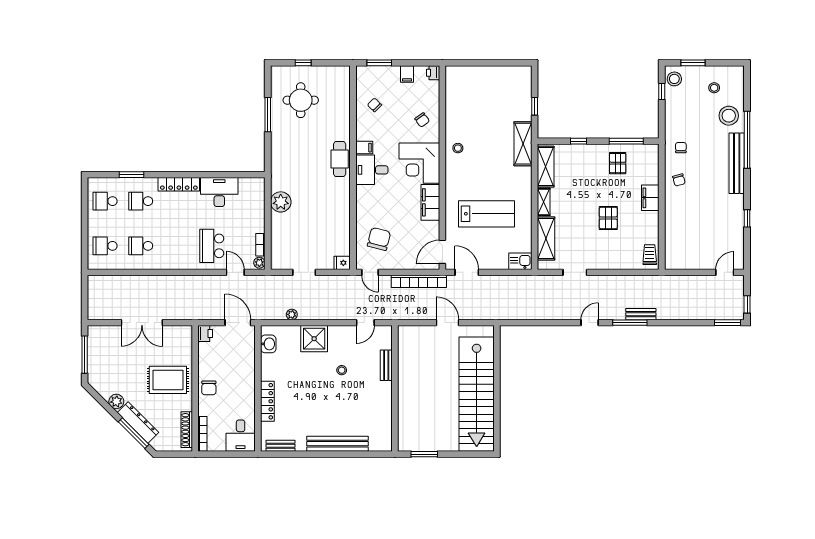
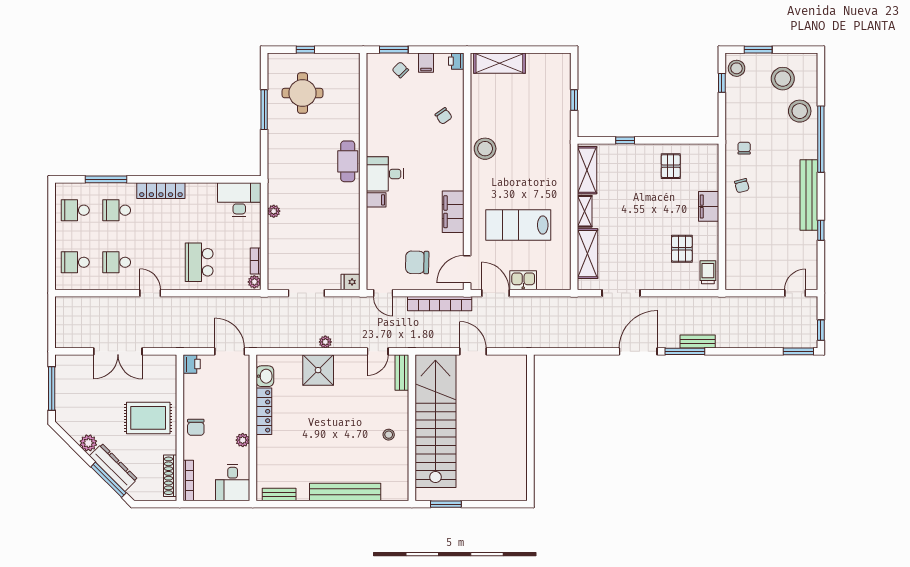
stool: (714, 88) -> (783, 79), width x1.89, depth x1.89
chair: (374, 105) -> (400, 70), moved
window: (626, 141) -> (681, 140), removed
shelving: (523, 144) -> (499, 63), moved, turned 90
filing cabinet: (364, 148) -> (376, 200), moved
stool: (458, 148) -> (485, 149), width x1.89, depth x1.89
corner desk: (419, 163) -> (440, 166), removed
bench: (737, 163) -> (809, 195), moved
window: (132, 175) -> (106, 179), width x1.44
desk: (219, 192) -> (239, 200), moved
plant: (281, 202) -> (274, 211), width x0.53, depth x0.53
lab bench: (486, 214) -> (518, 225), turned 180
pallet: (608, 218) -> (682, 249), moved
chair: (379, 239) -> (417, 262), moved, turned -103
kitchen sink: (520, 261) -> (523, 280), moved
door: (235, 272) -> (150, 293), moved
doorway: (304, 272) -> (306, 293), width x1.38
doorway: (575, 272) -> (621, 293), width x1.38
plant: (292, 314) -> (325, 342), moved
door: (590, 323) -> (638, 351), width x1.88
bench: (386, 365) -> (402, 373), moved
stool: (342, 370) -> (389, 435), moved
stairs: (477, 394) -> (435, 421), moved, turned 180
plant: (249, 399) -> (243, 440), added
locker: (267, 401) -> (264, 411), moved

